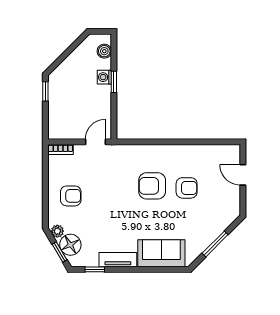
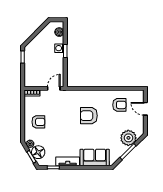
armchair: (187, 188) -> (119, 105), moved
plant: (216, 222) -> (128, 138), added

